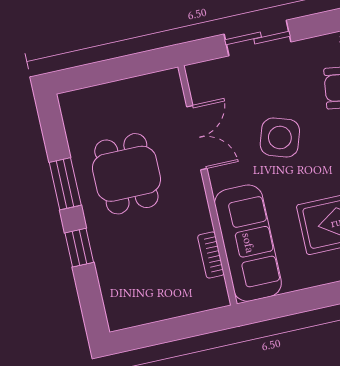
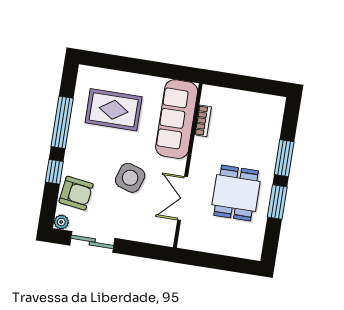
sliding door: (258, 38) -> (92, 242), moved
window: (79, 248) -> (284, 158), width x1.50

